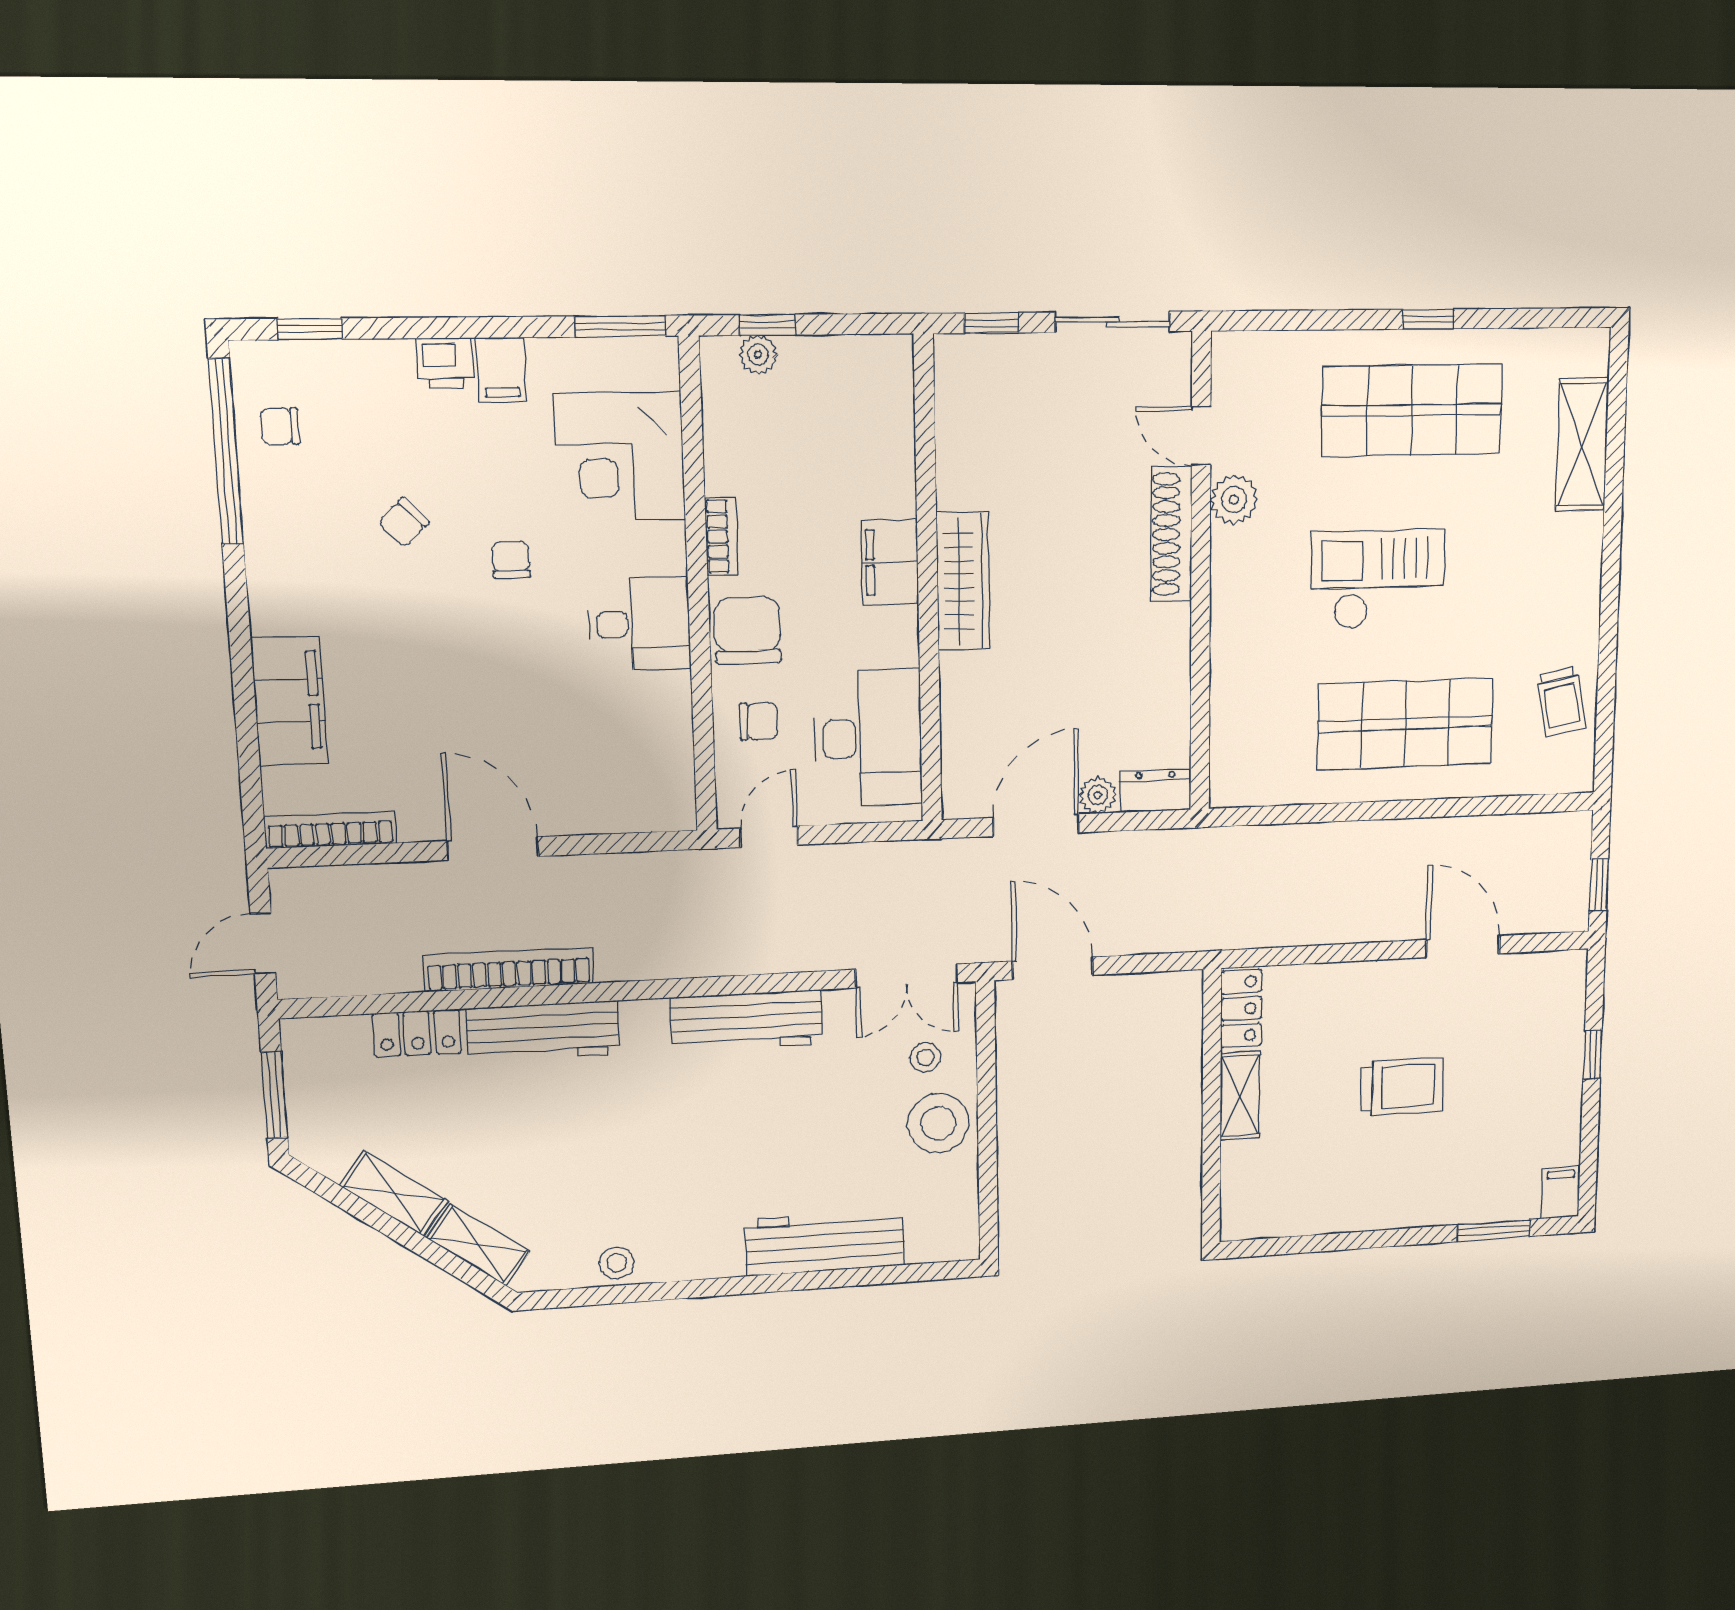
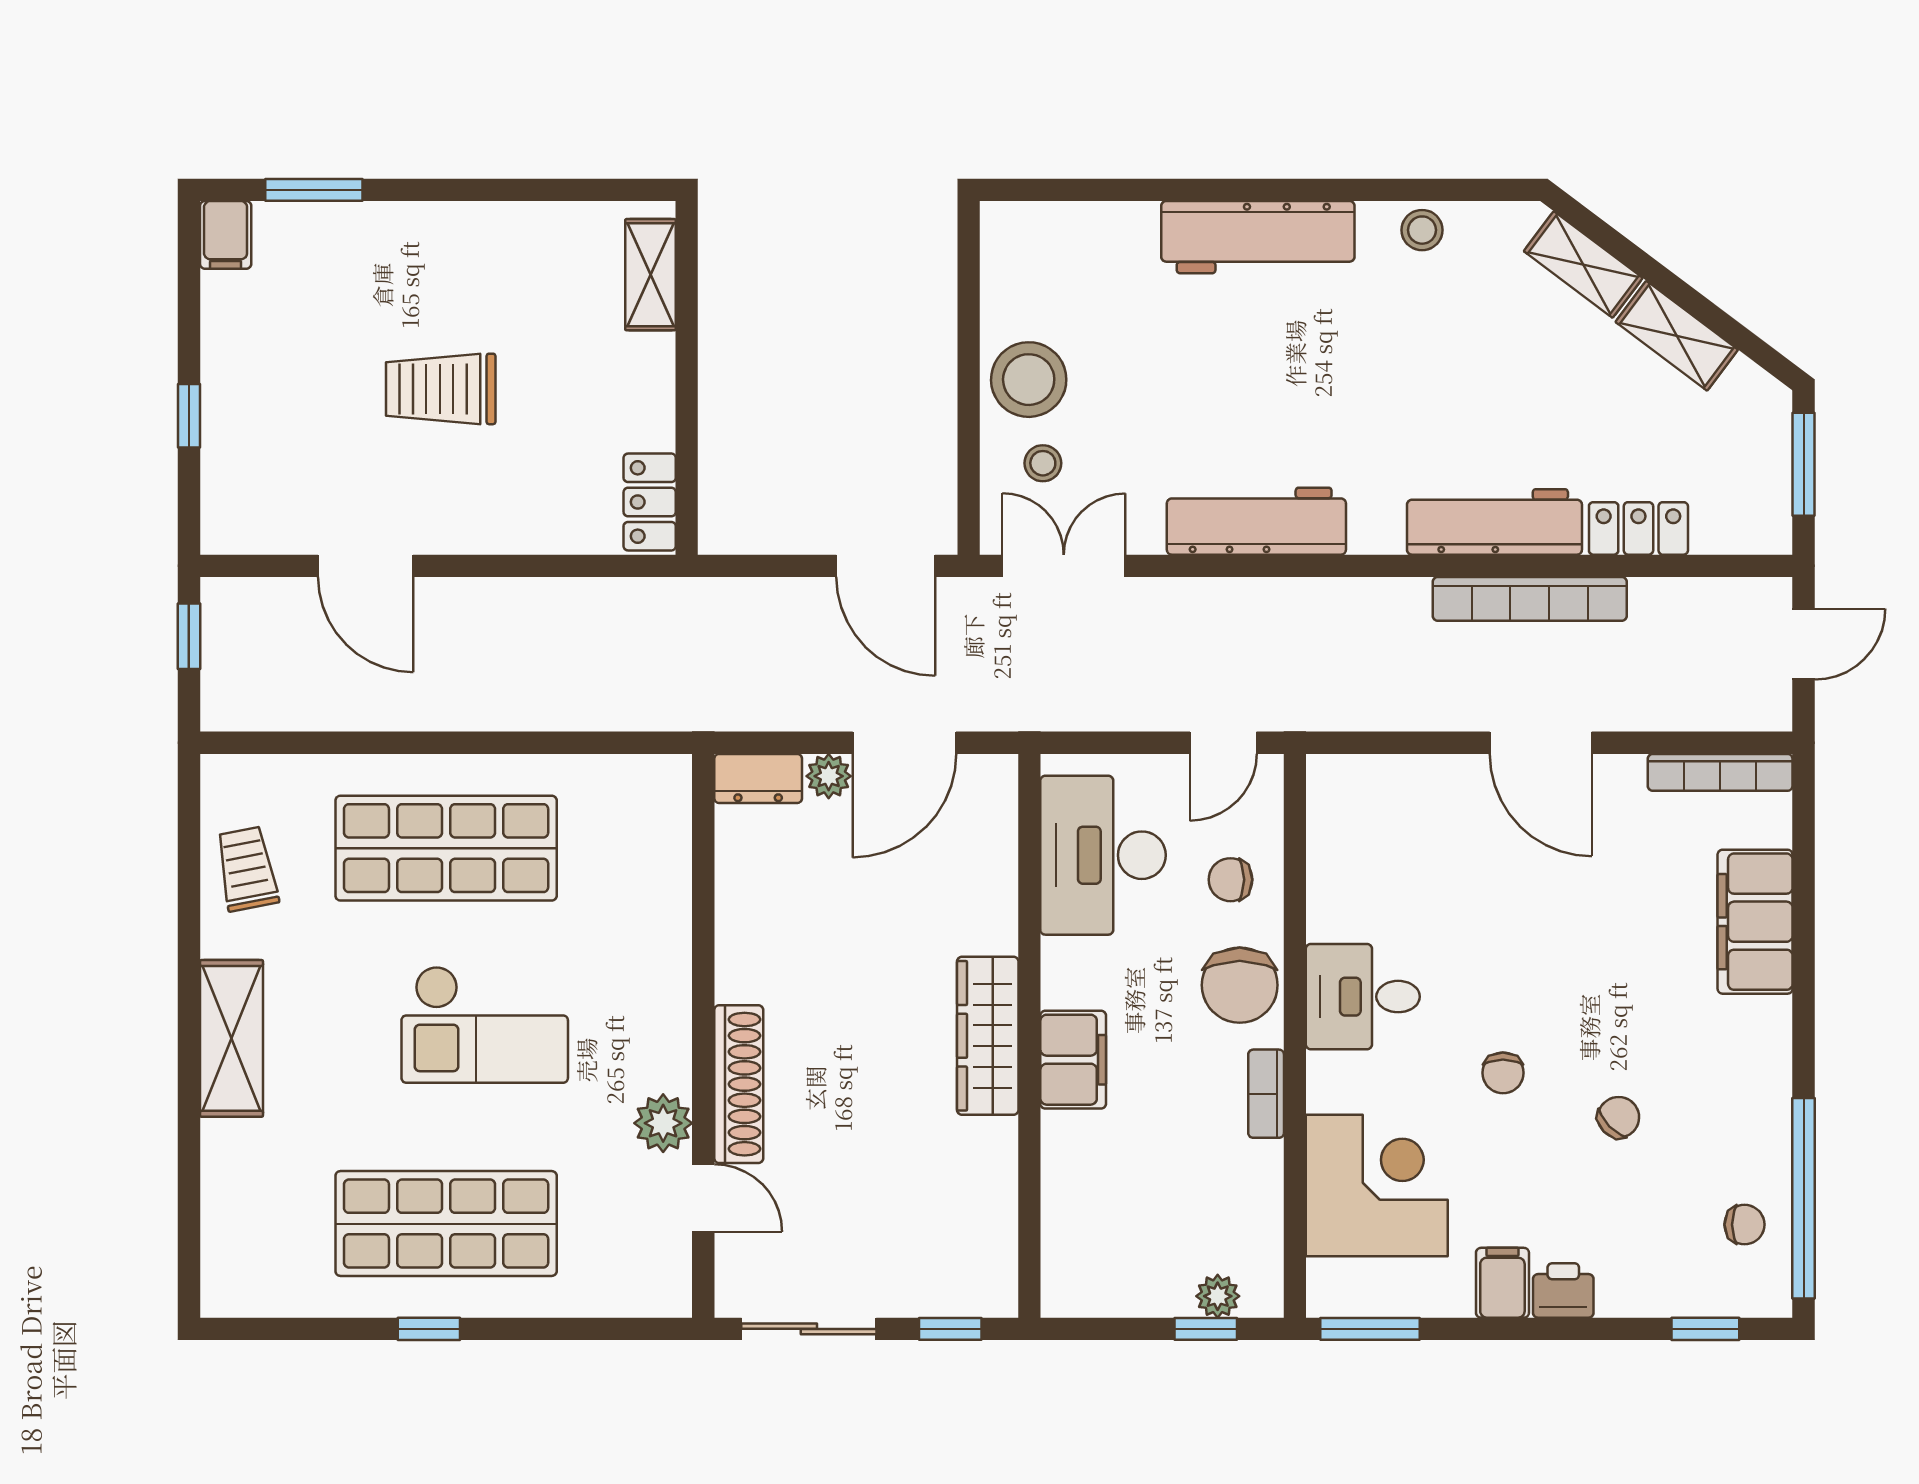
shelving: (1582, 445) -> (231, 1038), moved
shelving: (1240, 1096) -> (650, 275), moved
workbench: (825, 1242) -> (1258, 237), moved

